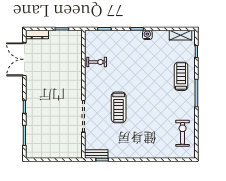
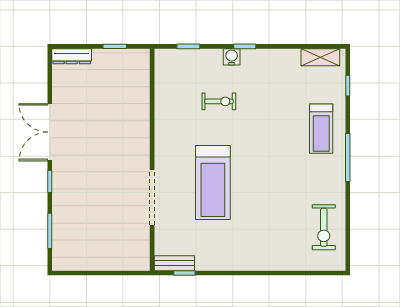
water cooler: (147, 35) -> (232, 57), moved
double door: (24, 59) -> (50, 132), moved
exercise bike: (97, 62) -> (219, 101), moved
treadmill: (181, 76) -> (321, 129), turned 180
treadmill: (119, 107) -> (213, 182), width x1.37, depth x1.38
exercise bike: (183, 133) -> (324, 227), turned 180

